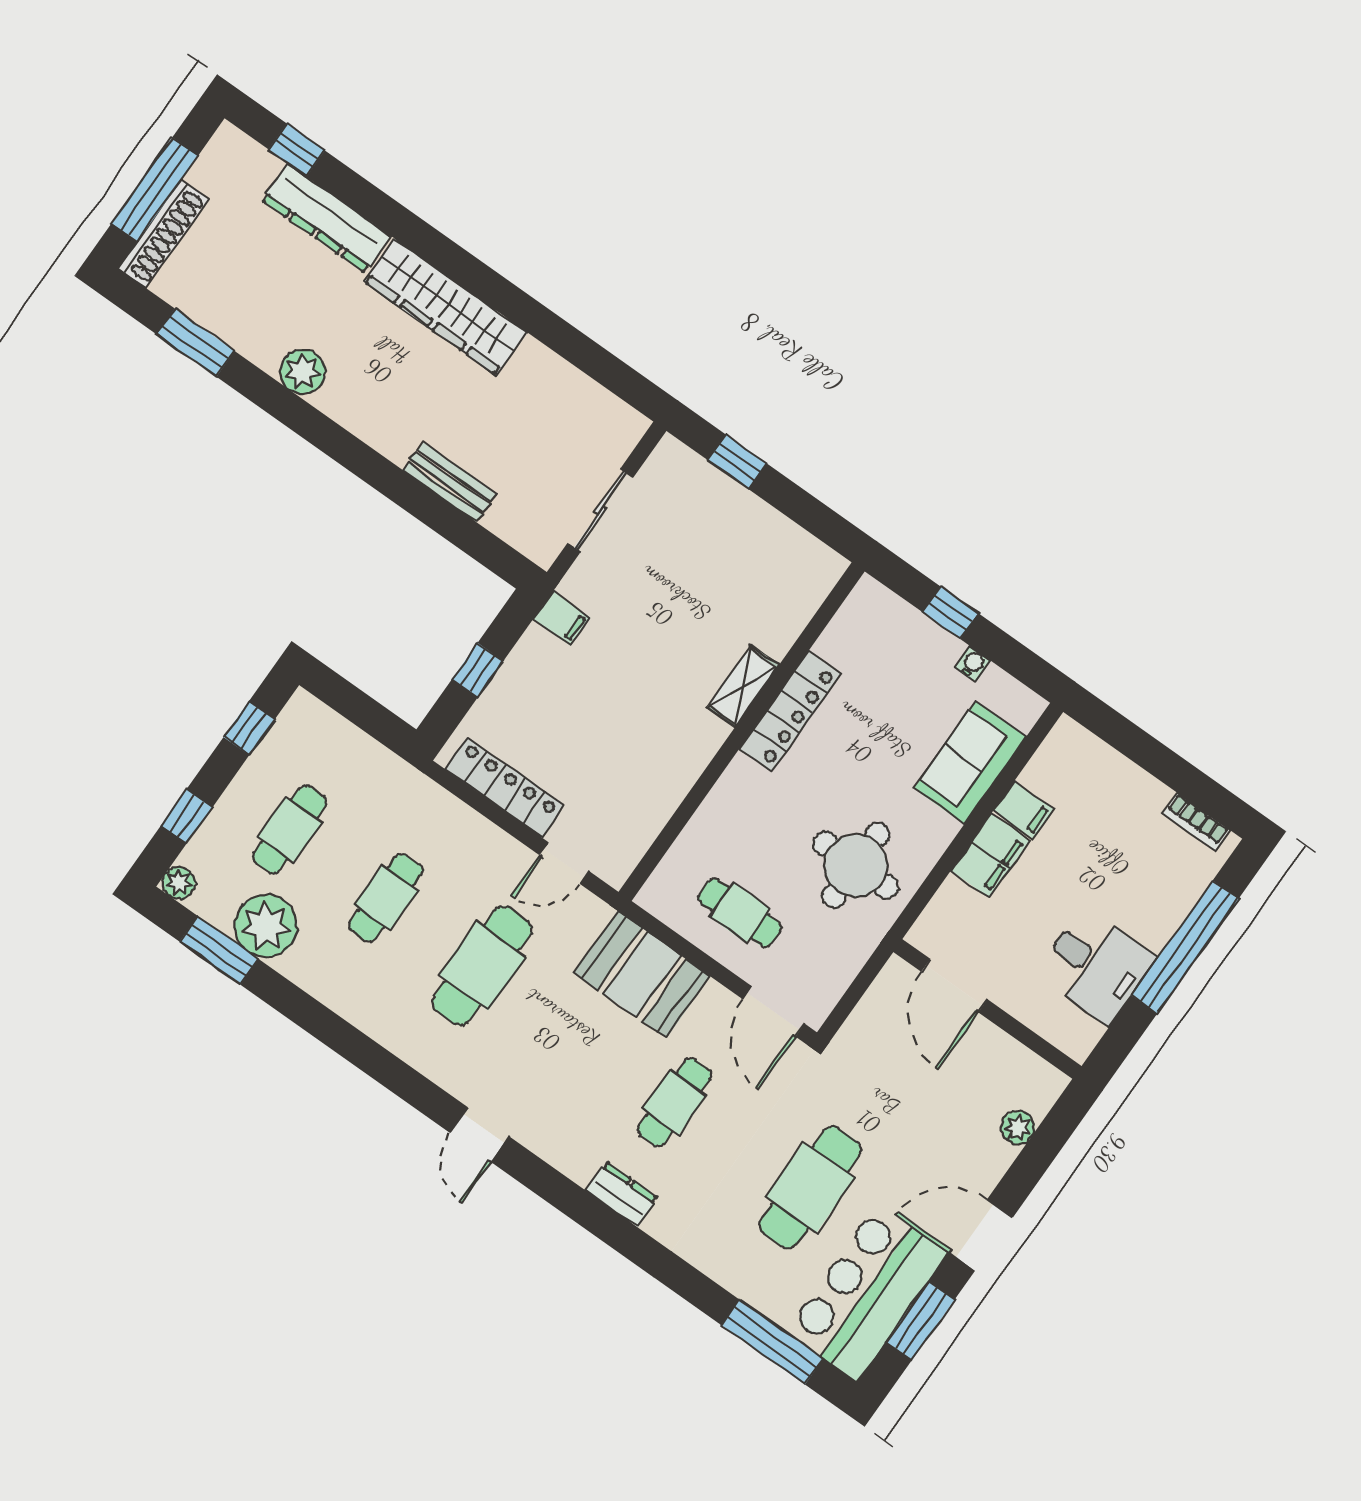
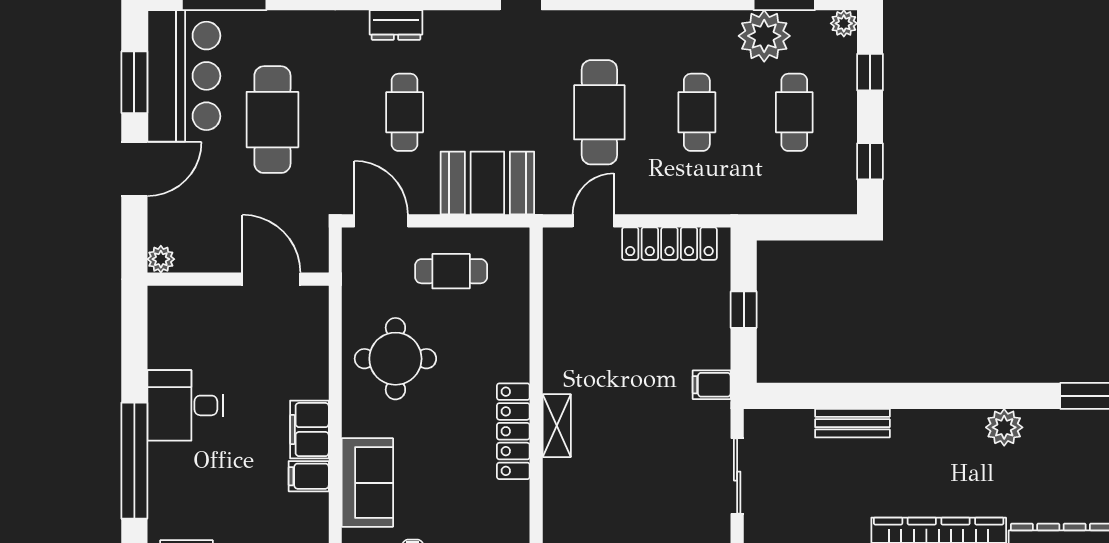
door: (954, 986) -> (271, 279), moved
wall: (987, 1009) -> (238, 279), moved

